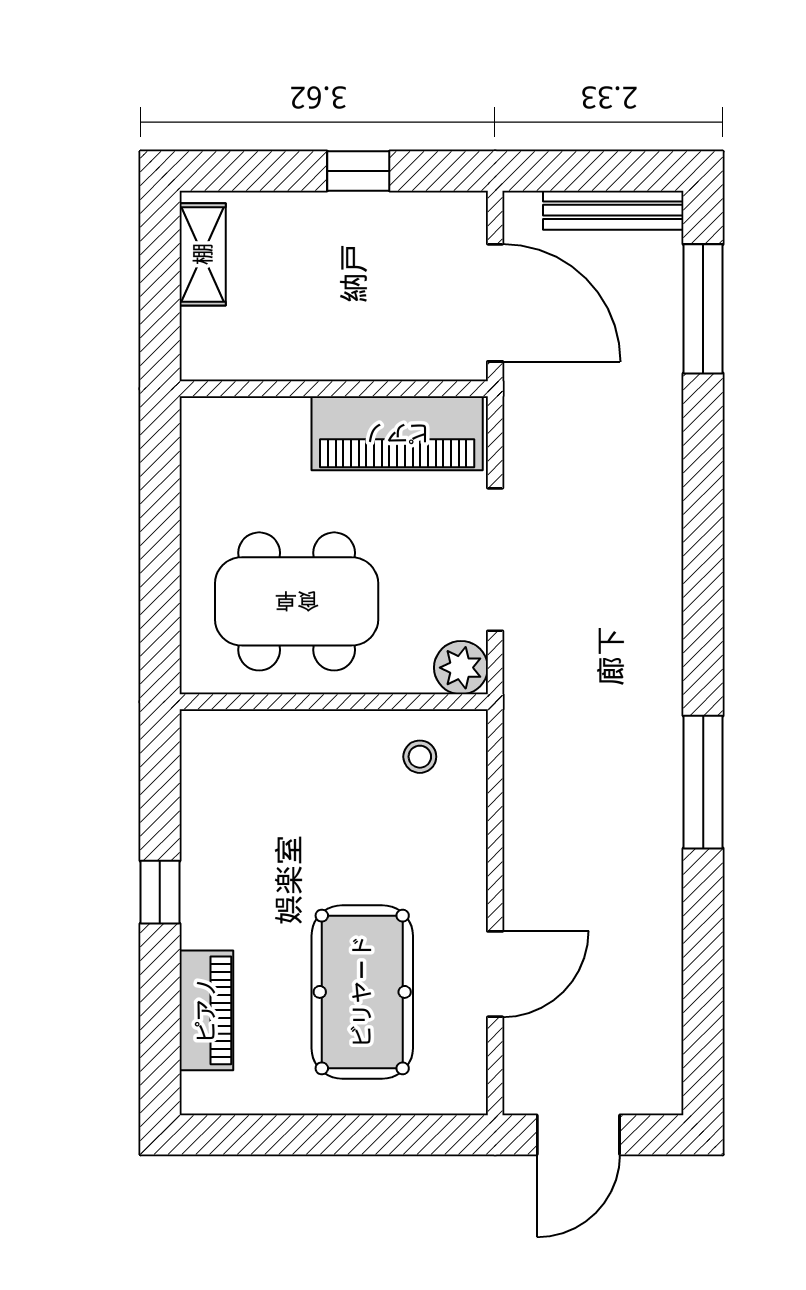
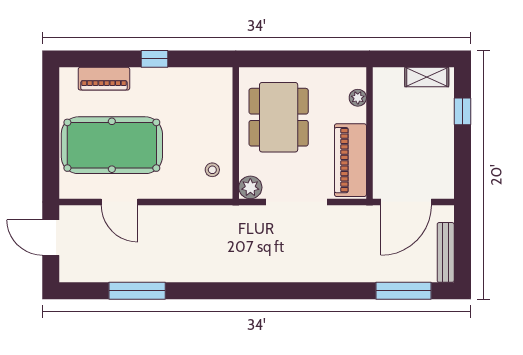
window: (358, 171) -> (462, 111), moved
plant: (251, 416) -> (358, 98), added
window: (703, 782) -> (137, 291), moved
pool table: (362, 992) -> (112, 145), width x1.36, depth x1.32

